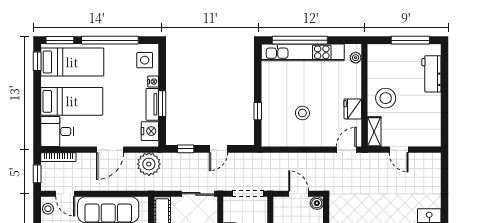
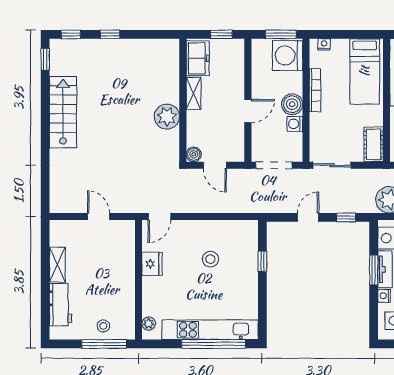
window: (410, 40) -> (104, 344), moved
stool: (386, 98) -> (103, 326), moved, width x0.53, depth x0.53
shelving: (374, 132) -> (57, 265), moved

